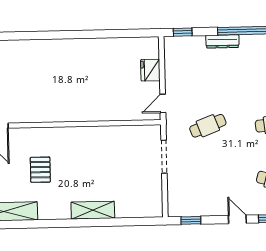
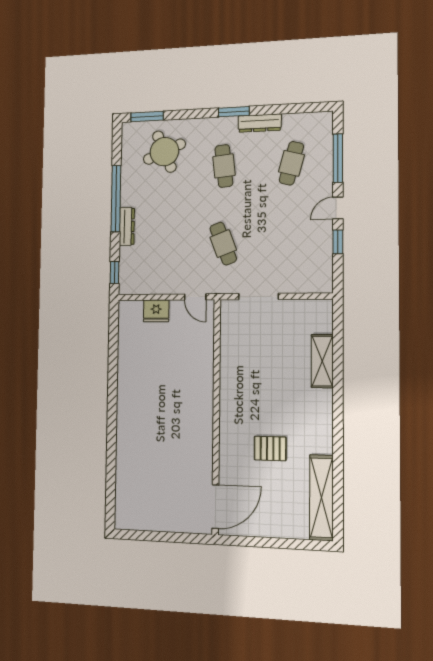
shelving: (93, 210) -> (322, 361), moved
window: (191, 220) -> (338, 242), moved

